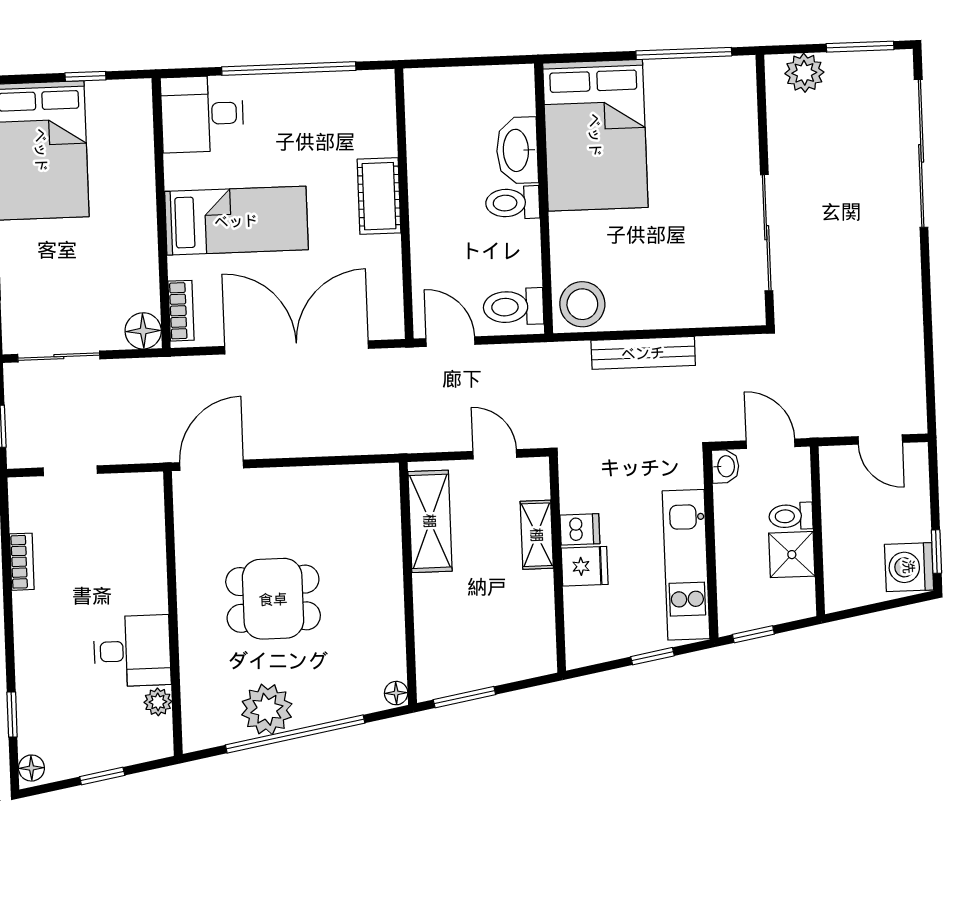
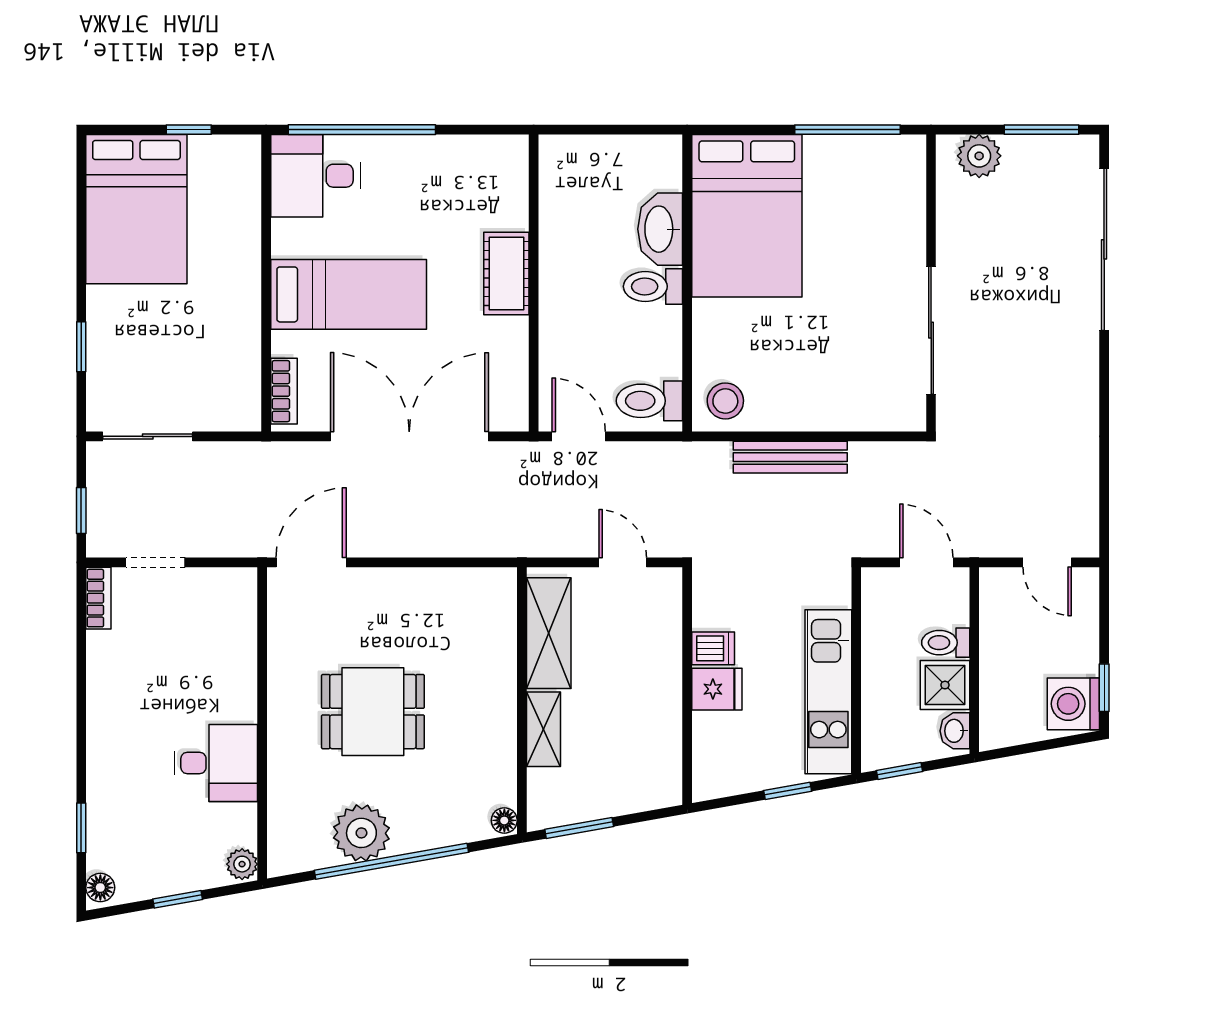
window: (289, 69) -> (362, 130), moved
stool: (582, 304) -> (725, 401), width x0.73, depth x0.73
floor lamp: (143, 331) -> (241, 412), removed
washbasin: (725, 466) -> (955, 731), moved, turned 180
shelving: (537, 535) -> (543, 729), moved
bookcase: (22, 562) -> (98, 598), moved
plant: (158, 702) -> (242, 864), moved

